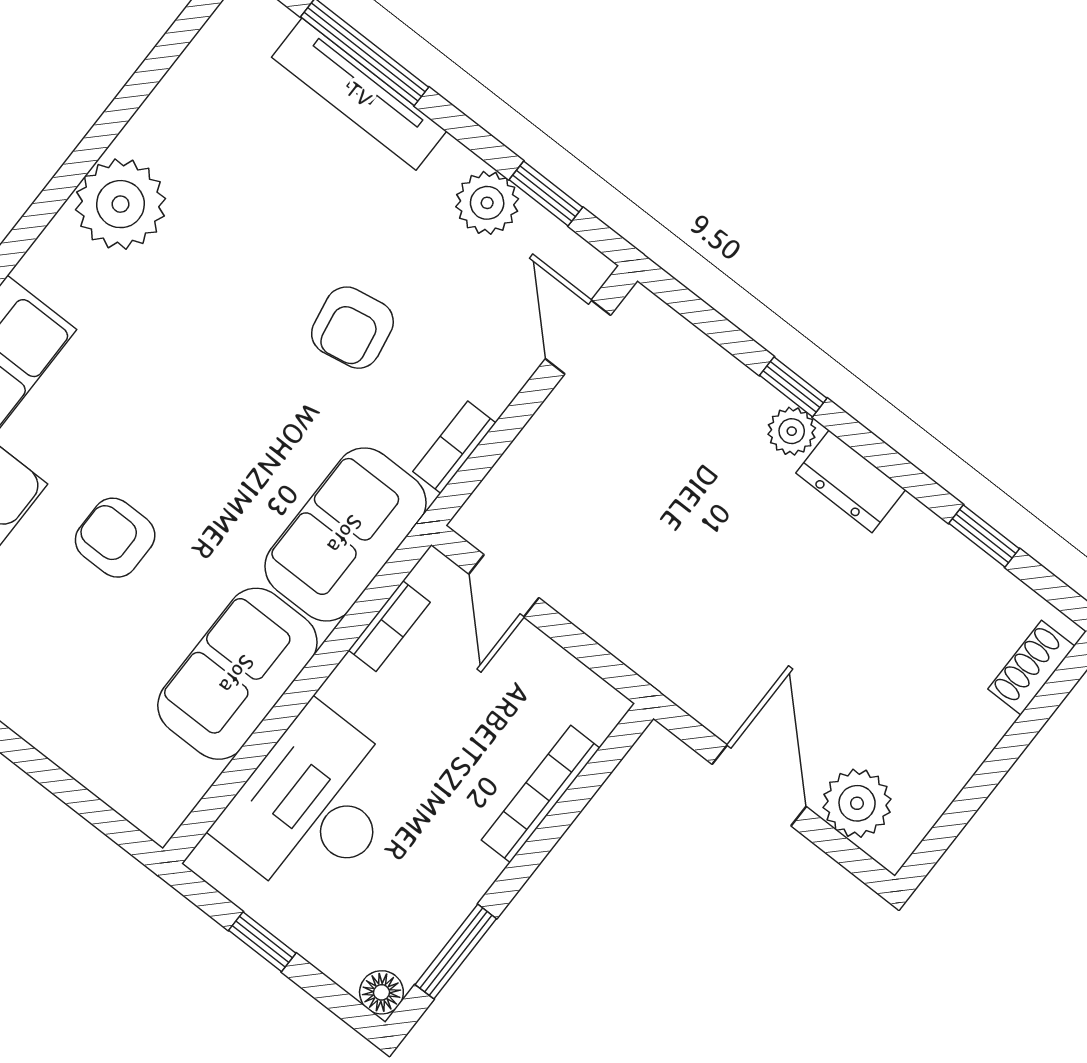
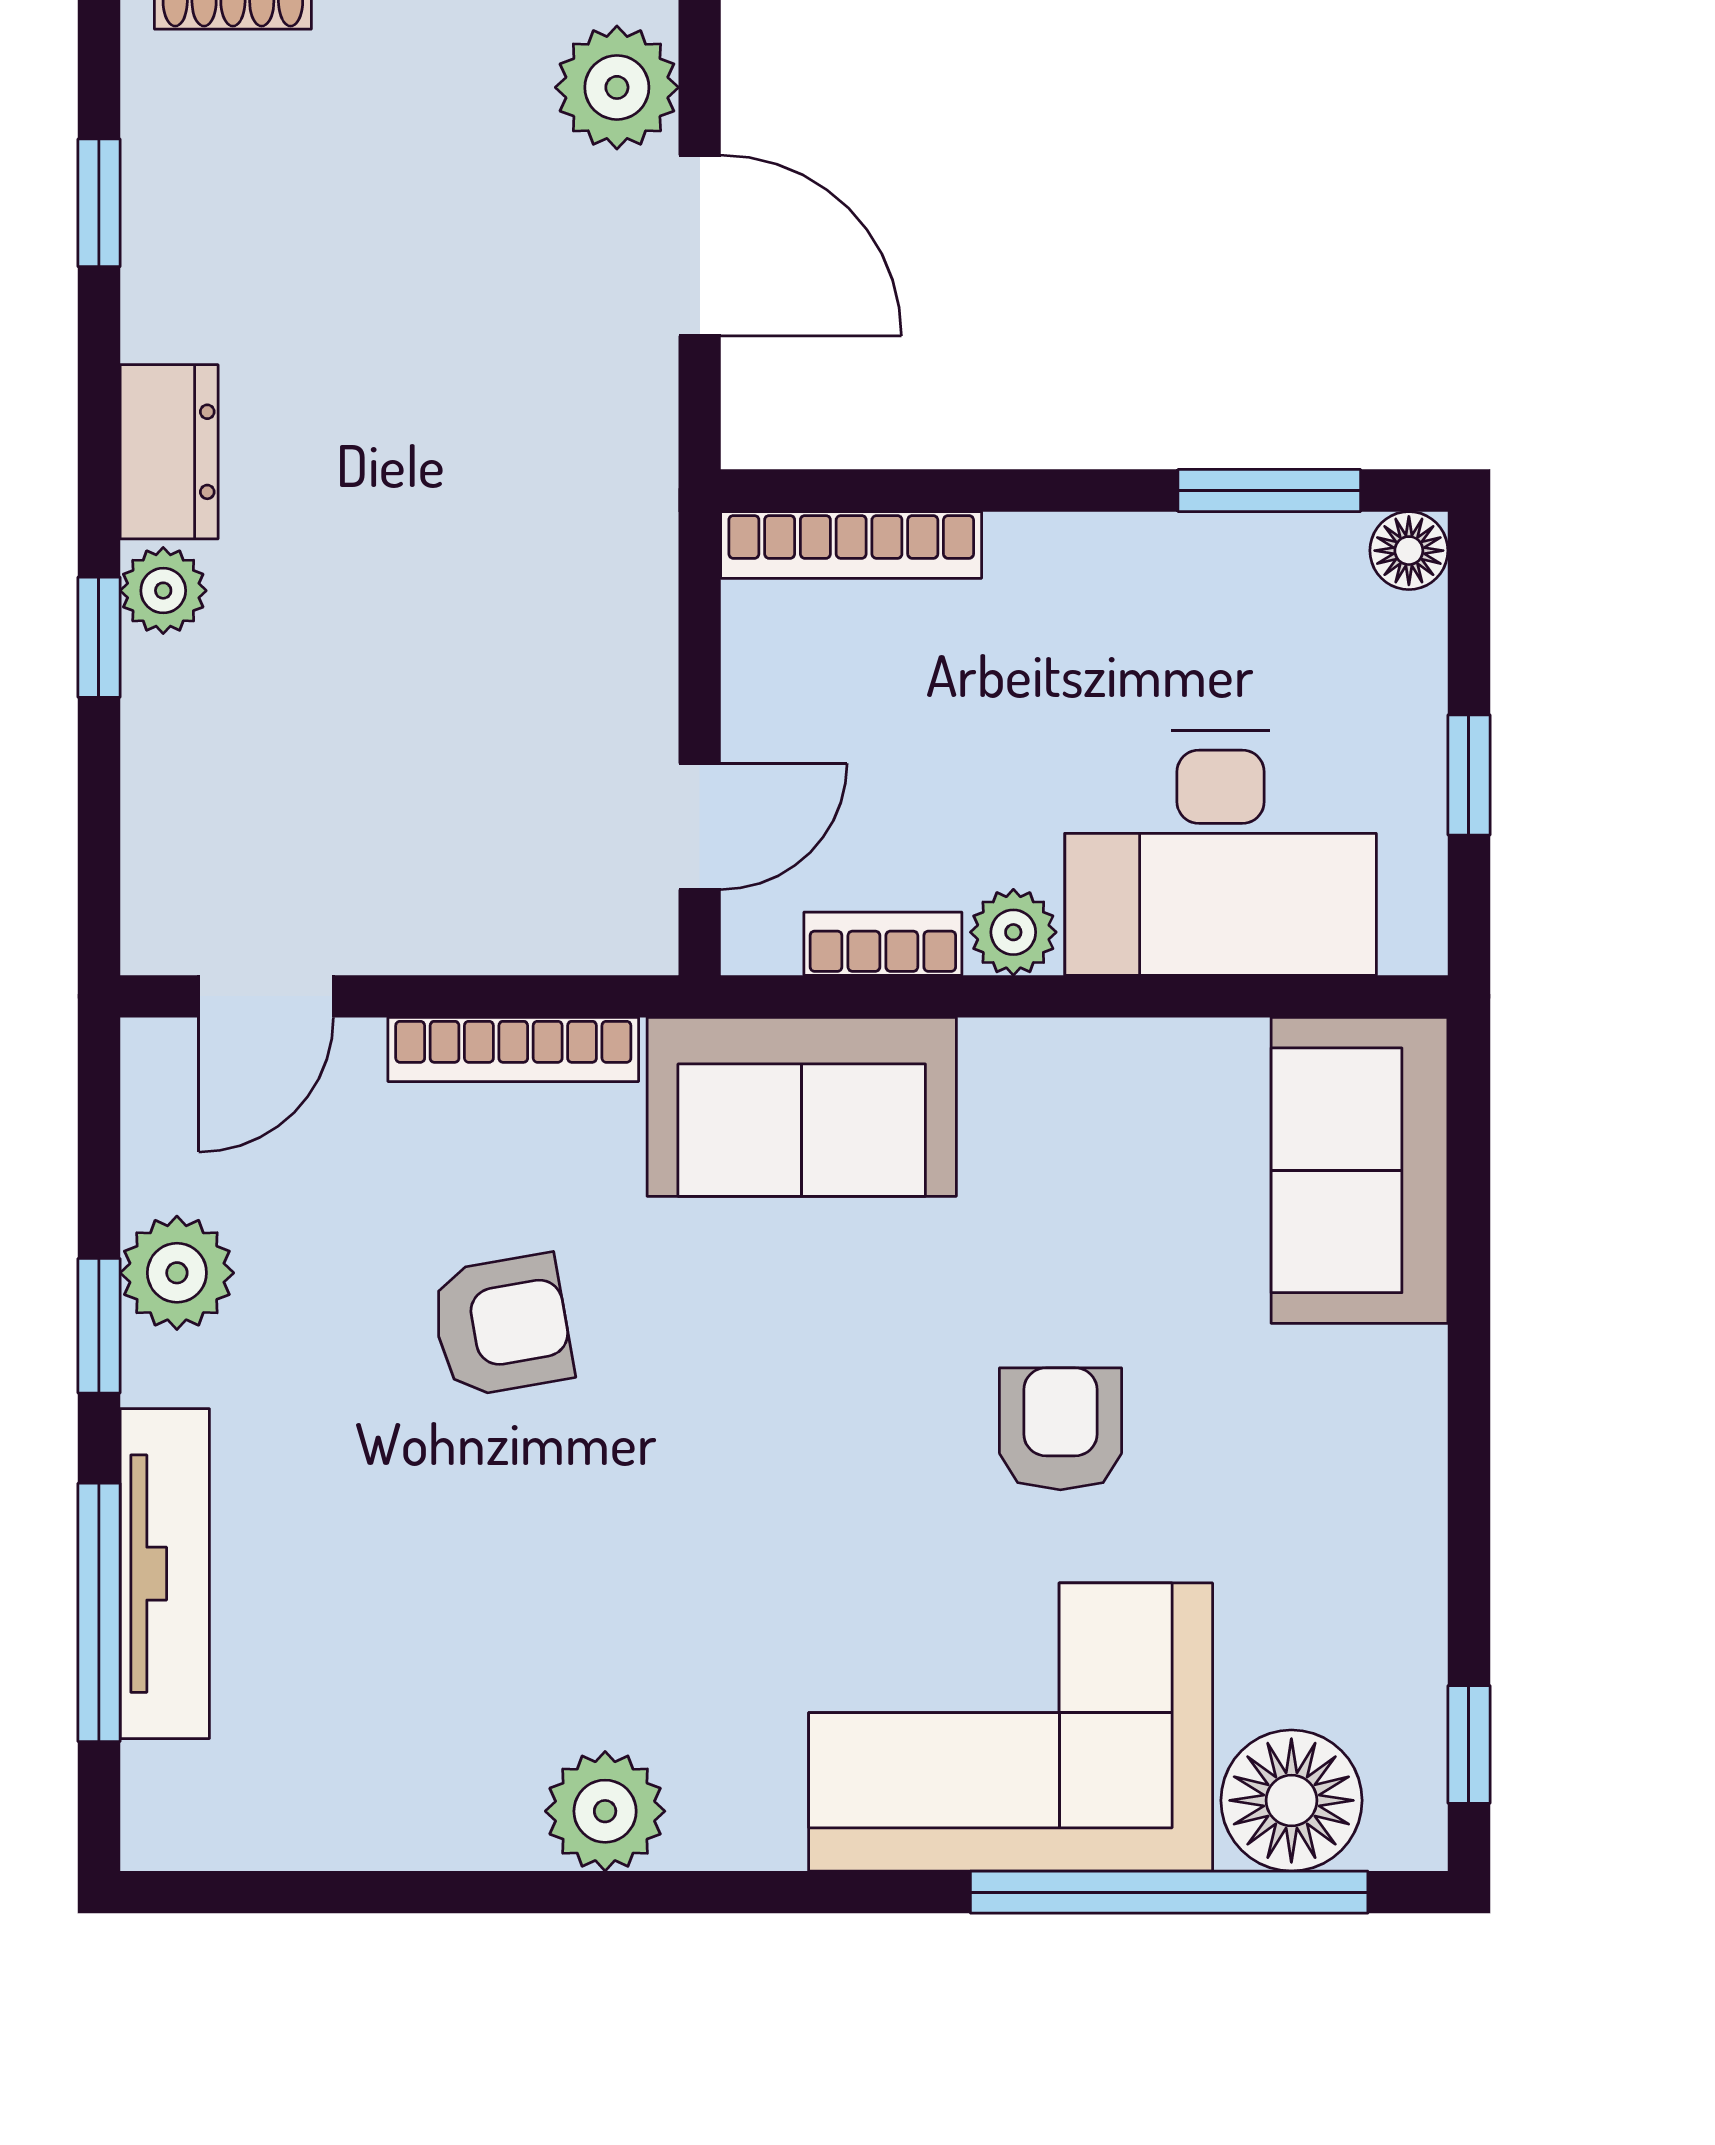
window: (546, 194) -> (99, 1326), moved
plant: (121, 204) -> (605, 1811), width x0.73, depth x0.73
bookcase: (454, 447) -> (513, 1049), width x1.56
armchair: (115, 538) -> (1060, 1429), turned 180
sofa: (237, 674) -> (1359, 1170), moved, turned 90
plant: (350, 687) -> (1013, 932), added
door: (759, 785) -> (700, 246), swing flipped
bookcase: (540, 794) -> (851, 545), moved

